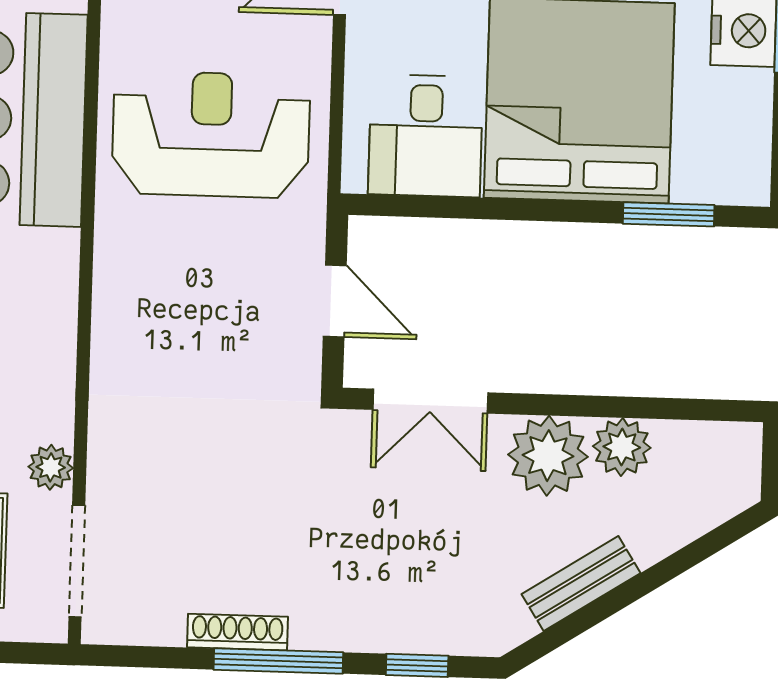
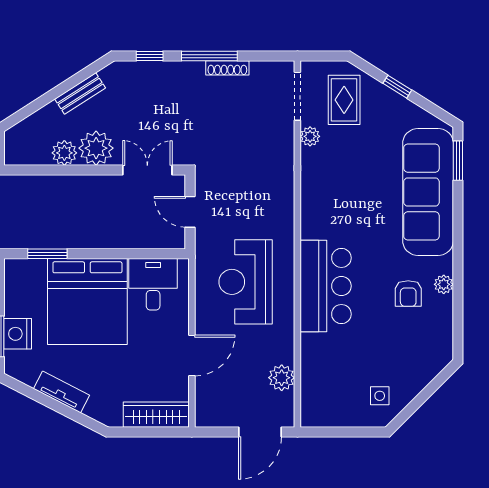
reception desk: (211, 134) -> (246, 282), turned 90

